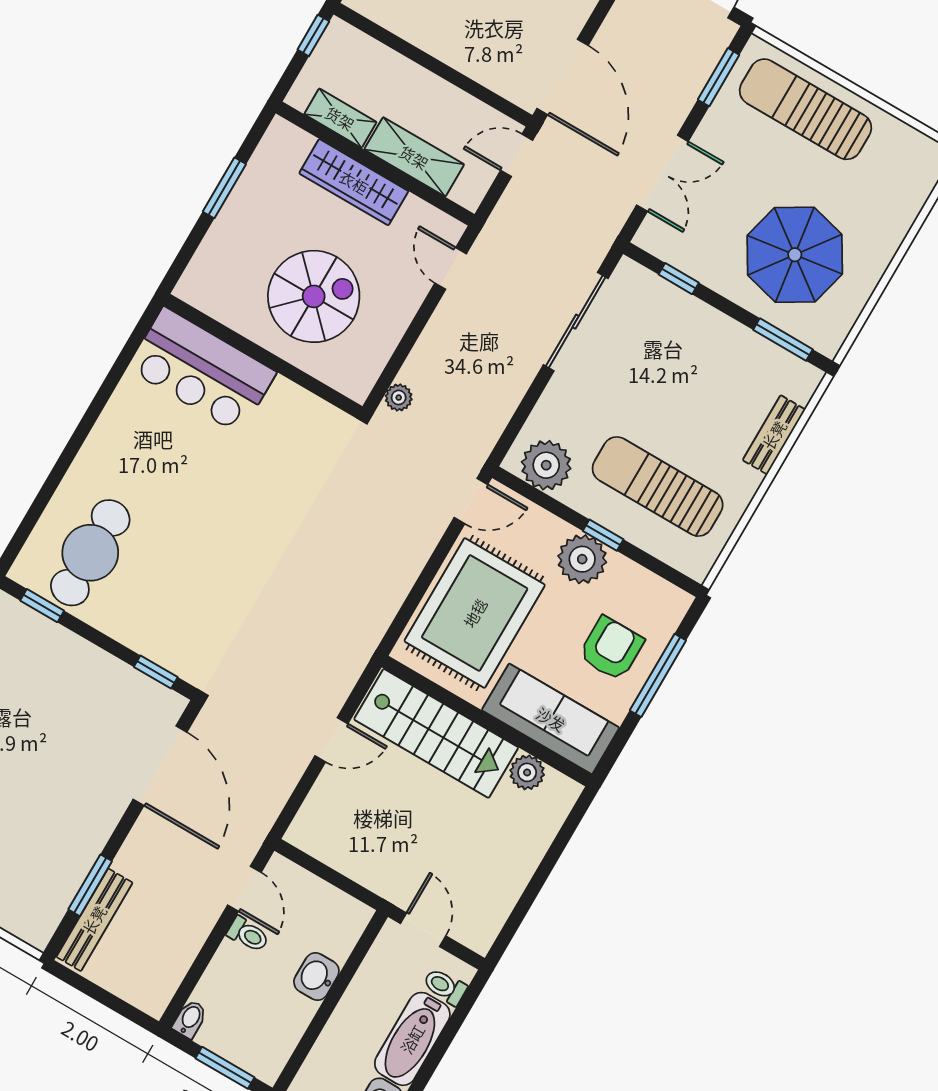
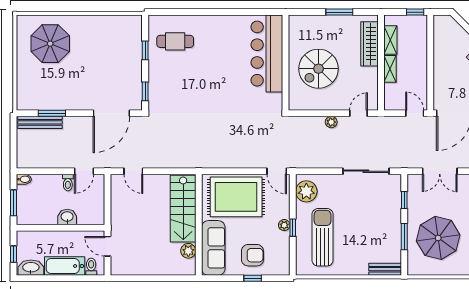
shelving: (414, 157) -> (390, 69), width x0.67, depth x0.75
wardrobe: (354, 182) -> (370, 44), moved
spiral stairs: (314, 296) -> (319, 69), turned 90
window: (783, 340) -> (404, 237), moved
bar counter: (202, 370) -> (267, 54), width x1.36
plant: (399, 397) -> (331, 122), moved
bench: (774, 435) -> (385, 269), moved
cafe table: (90, 553) -> (175, 41), width x0.73, depth x0.74
plant: (582, 559) -> (284, 225), width x0.53, depth x0.53
window: (42, 606) -> (145, 50), moved
window: (658, 675) -> (253, 278), width x0.46
door: (331, 740) -> (133, 171), moved
door: (423, 930) -> (108, 246), swing flipped

